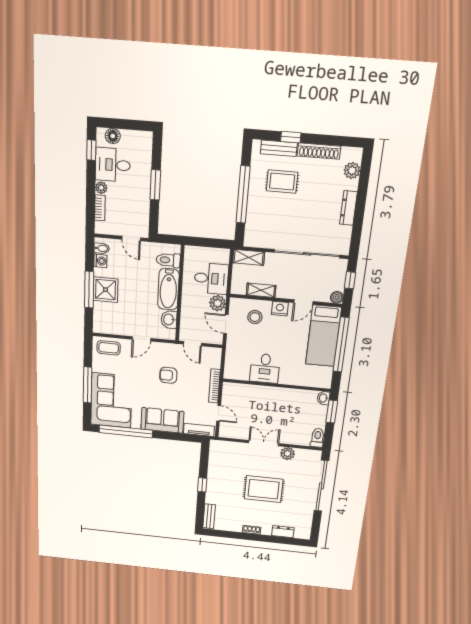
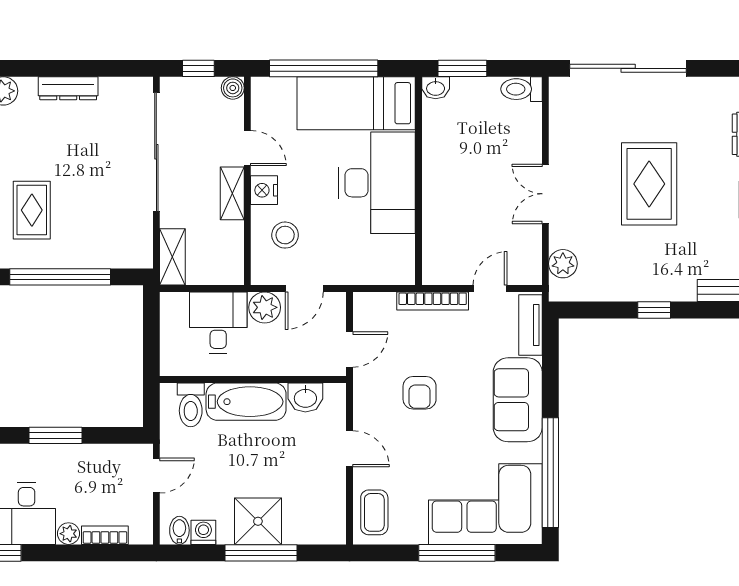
shelving: (261, 290) -> (232, 193), moved
bed: (323, 336) -> (356, 103), moved, turned 180
desk: (265, 368) -> (377, 183), width x1.87, depth x1.30
plant: (288, 454) -> (563, 264), moved

